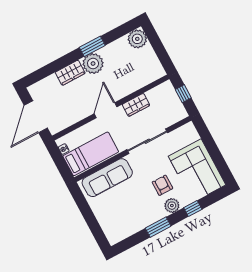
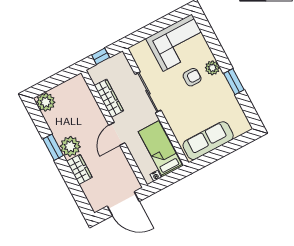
wardrobe: (136, 105) -> (109, 98), width x1.50
door: (106, 110) -> (117, 134), hinge flipped
sofa: (107, 178) -> (208, 141), moved, turned -90
armchair: (162, 185) -> (192, 77), turned 180
window: (193, 209) -> (215, 47), removed

